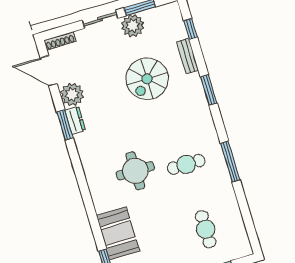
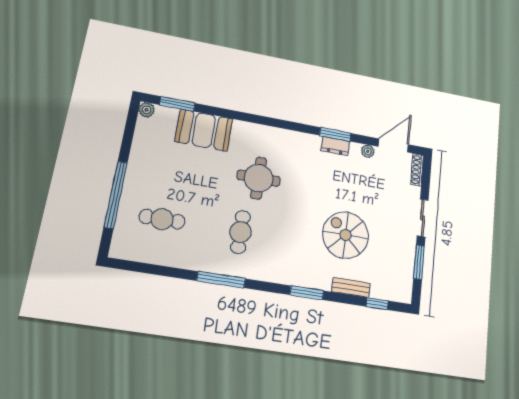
plant: (133, 26) -> (404, 247), removed
plant: (72, 94) -> (368, 151), width x0.53, depth x0.53

